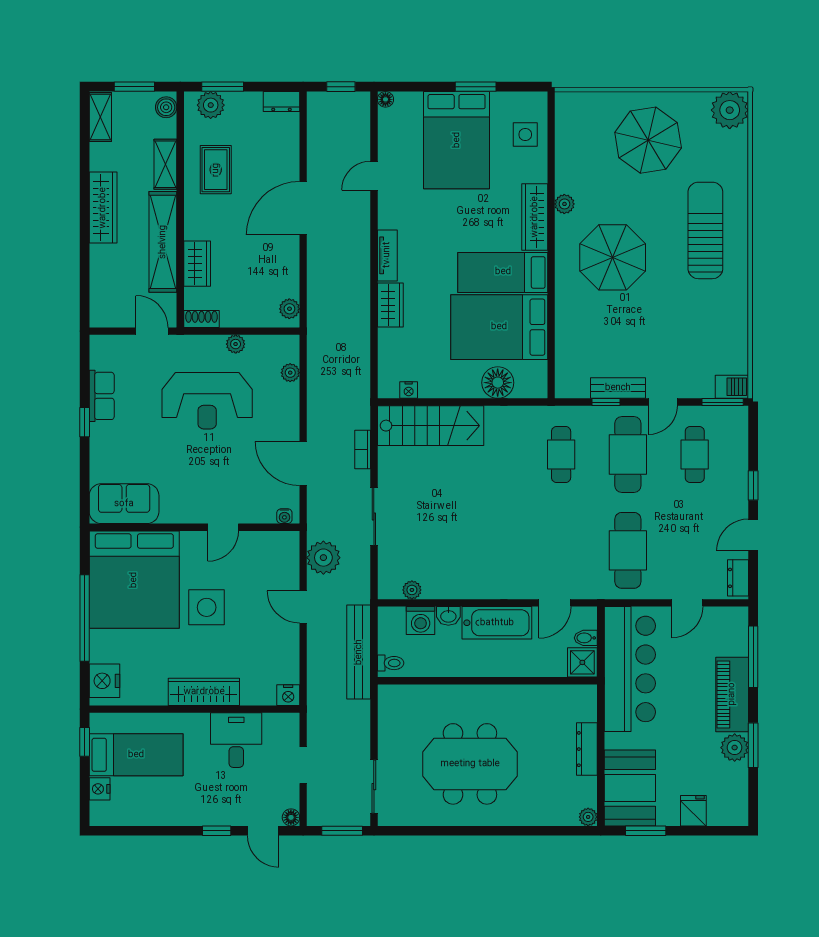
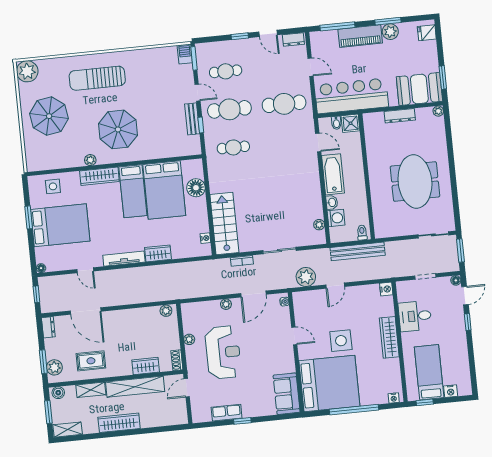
door: (303, 208) -> (86, 311), moved
tv unit: (387, 255) -> (124, 259), width x1.41
plant: (290, 373) -> (226, 304), moved
nightstand: (105, 681) -> (394, 398), width x0.53, depth x0.56
fridge: (693, 811) -> (427, 33), moved

